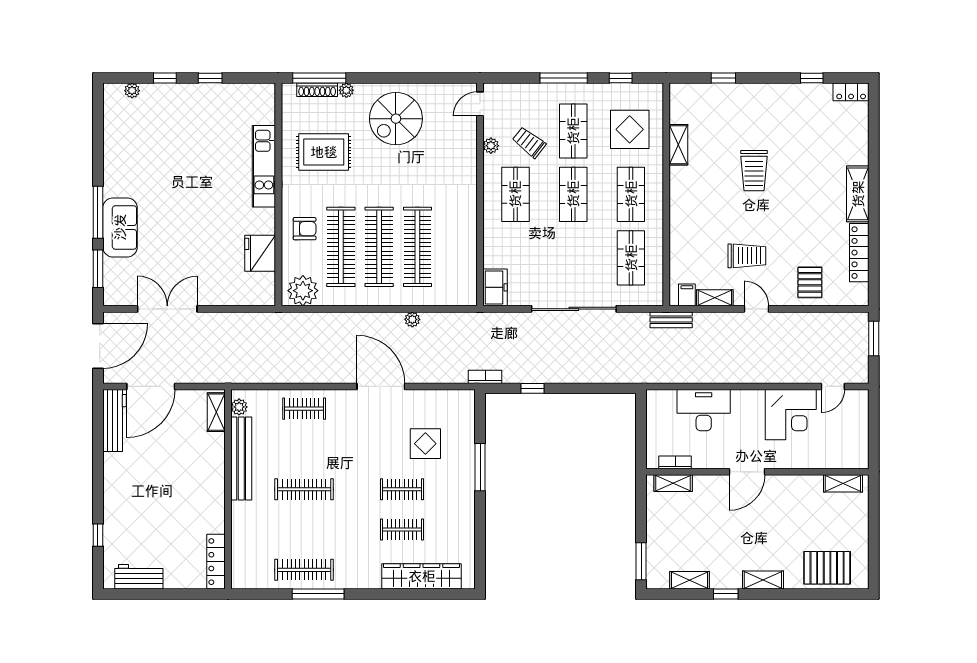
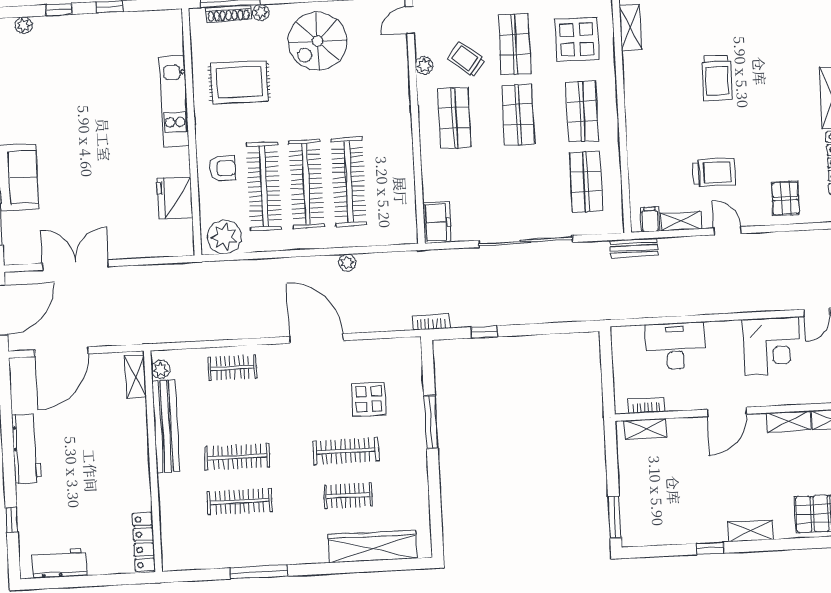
shelving: (678, 145) -> (630, 28), moved
workbench: (114, 420) -> (26, 449), moved
clothes rail: (402, 489) -> (346, 451), width x1.36
clothes rail: (304, 570) -> (240, 501), moved
shelving: (689, 580) -> (789, 422), moved

